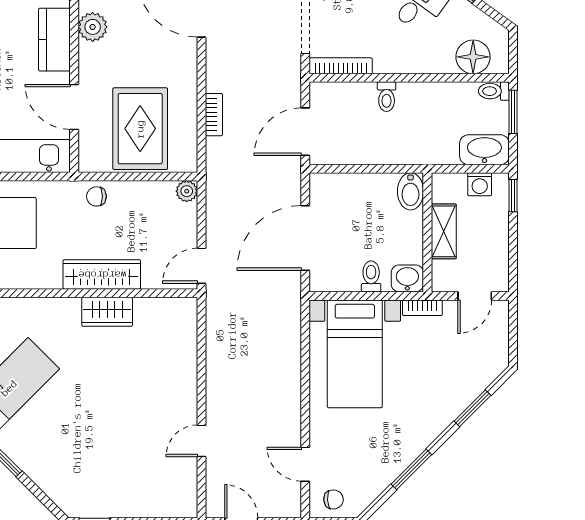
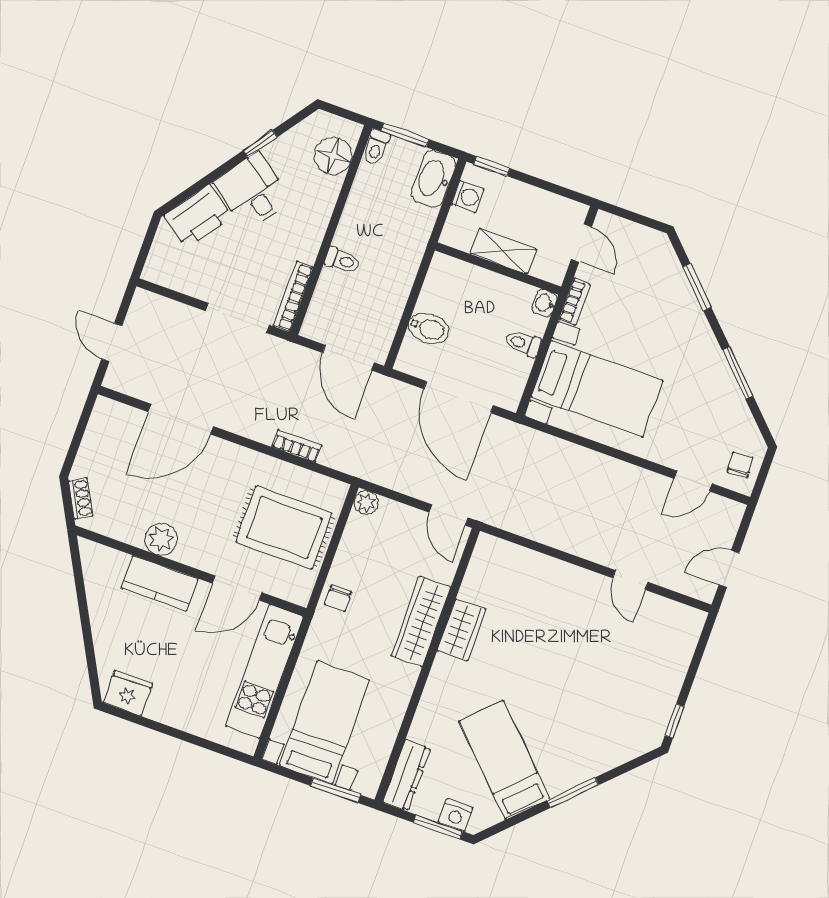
bidet: (411, 191) -> (429, 329), moved
washbasin: (407, 278) -> (544, 303), width x0.72, depth x0.69

